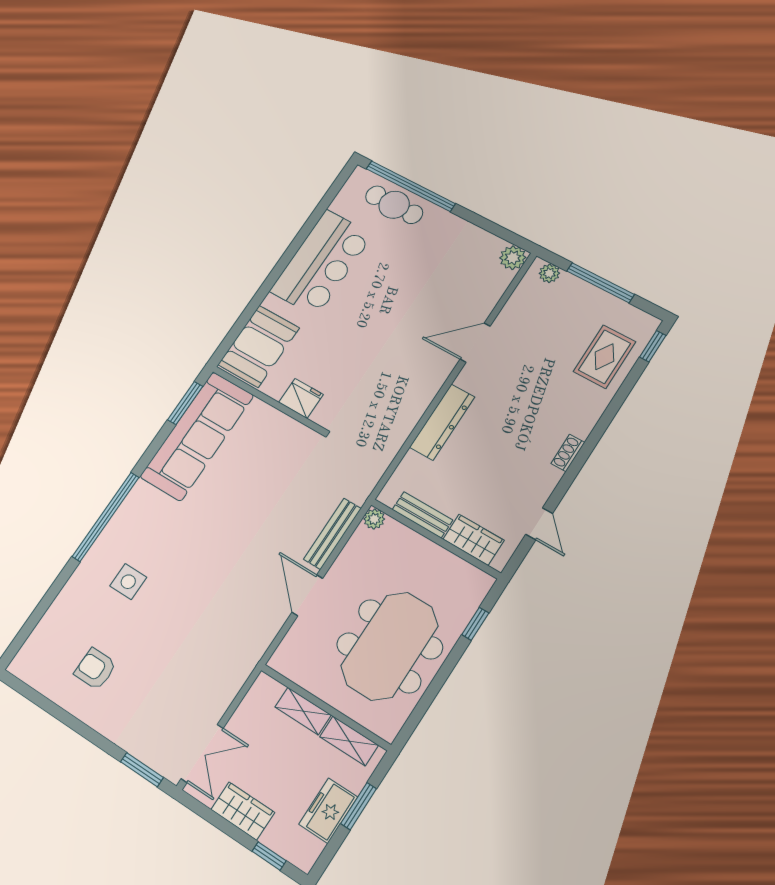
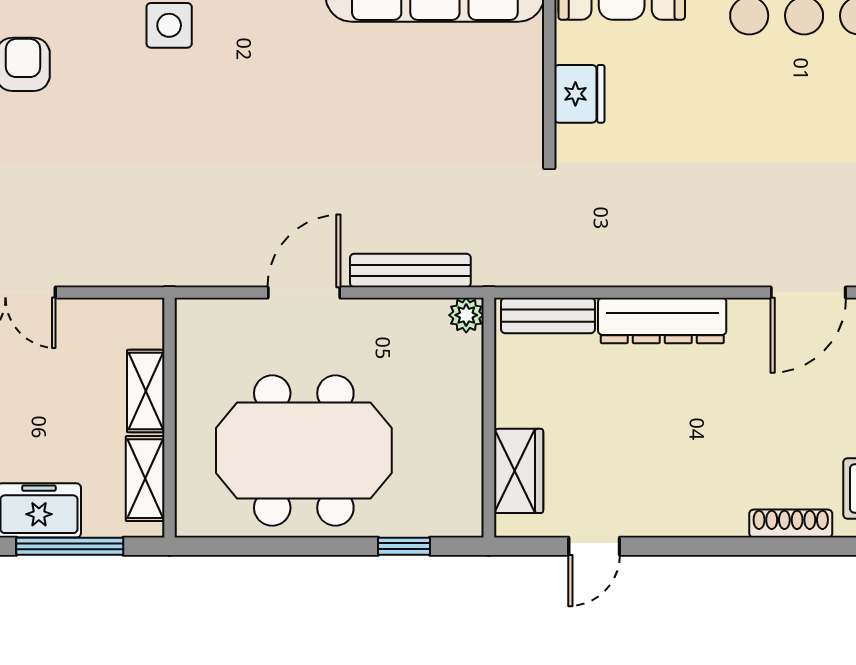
door: (475, 343) -> (808, 292), swing flipped
shoe rack: (568, 453) -> (791, 524), moved, width x1.43
bench: (422, 515) -> (548, 316), moved, turned 90
window: (359, 806) -> (70, 546), width x1.44

